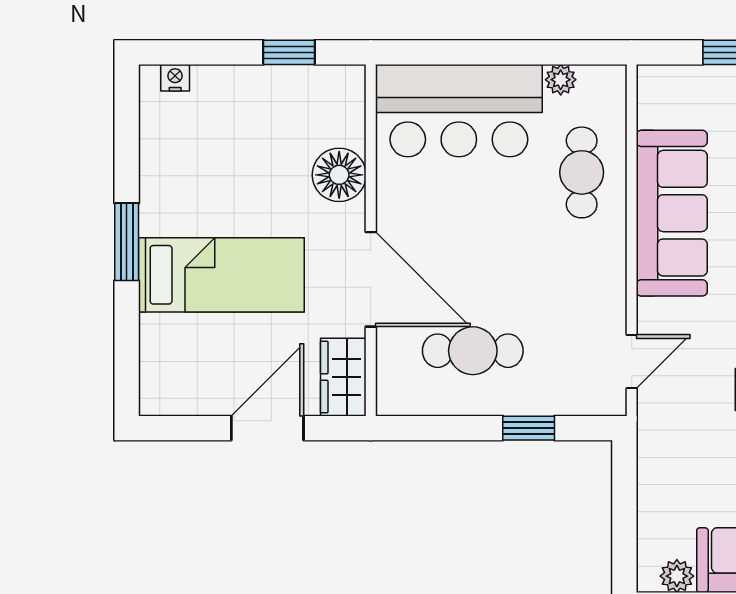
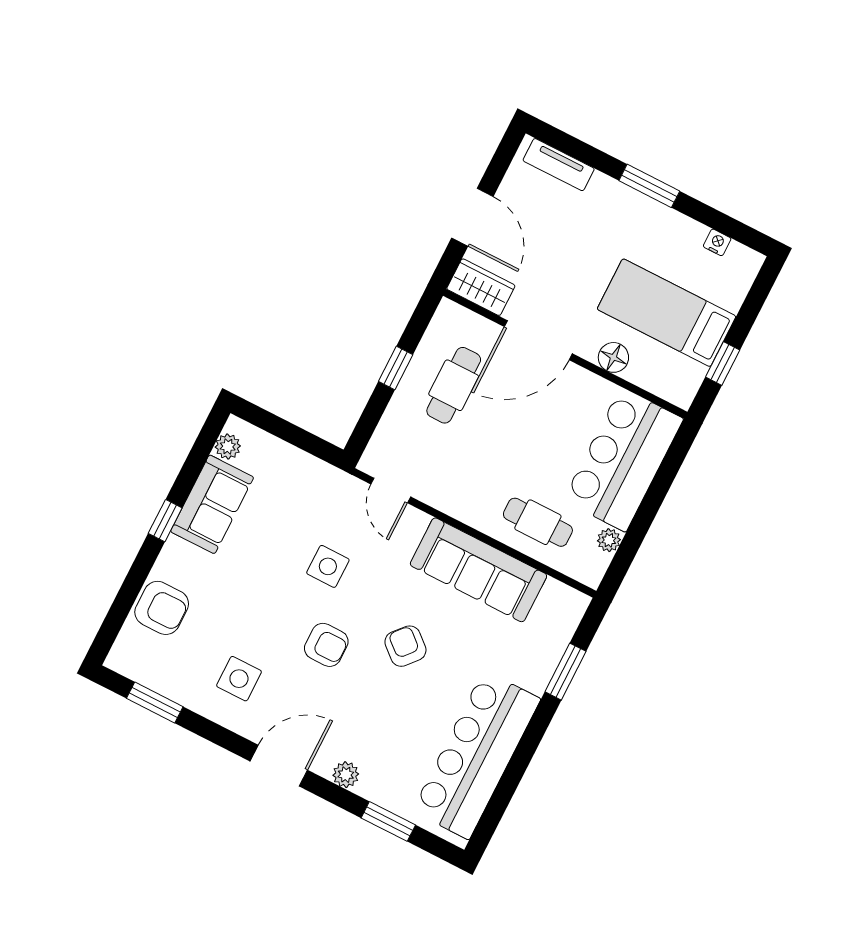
nightstand: (175, 78) -> (717, 242), moved, turned -90
floor lamp: (339, 175) -> (613, 357), width x0.73, depth x0.73
bed: (221, 275) -> (667, 313), moved, turned 90
tv unit: (156, 359) -> (559, 165), added
window: (529, 428) -> (396, 368), moved

